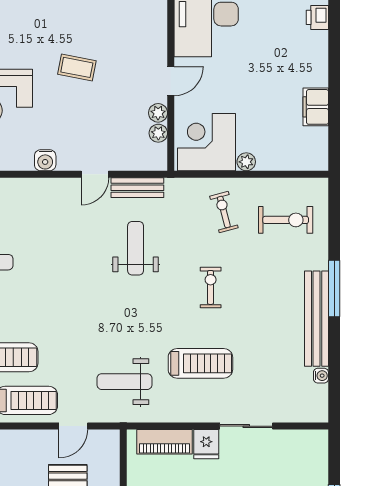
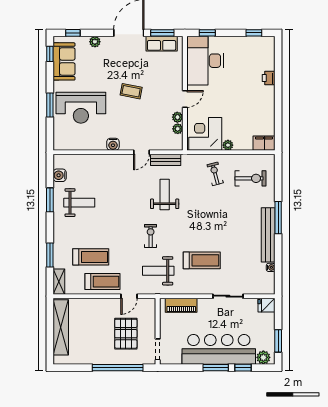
printer: (317, 17) -> (269, 78), moved
filing cabinet: (316, 107) -> (264, 143), moved, turned 90
exercise bike: (211, 287) -> (151, 236), moved
fridge: (206, 444) -> (267, 305), moved, turned 90

